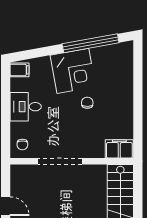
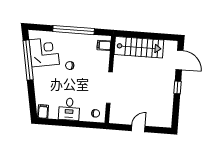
corner desk: (73, 71) -> (44, 52), moved
window: (138, 104) -> (74, 30), added
filing cabinet: (119, 149) -> (104, 45), width x0.50

